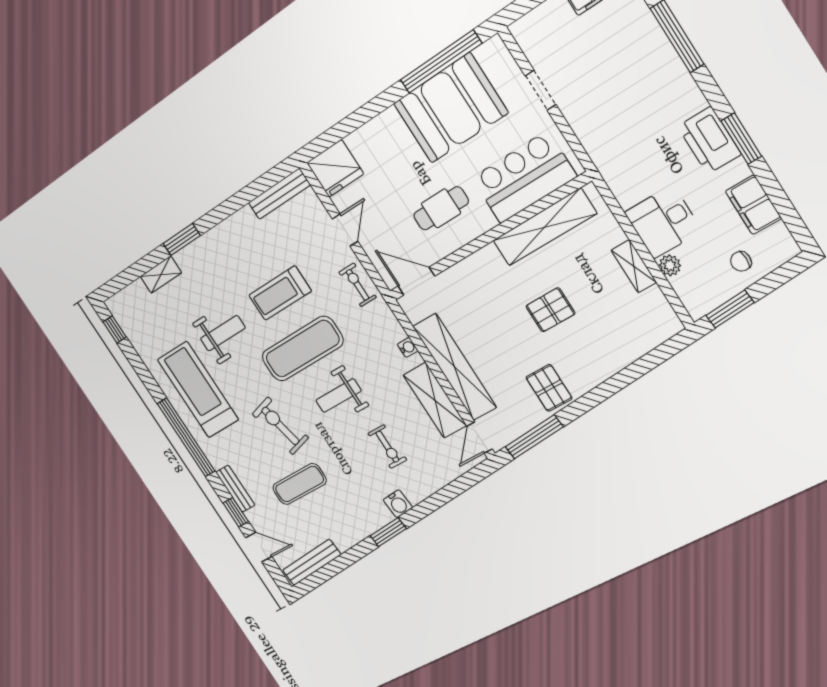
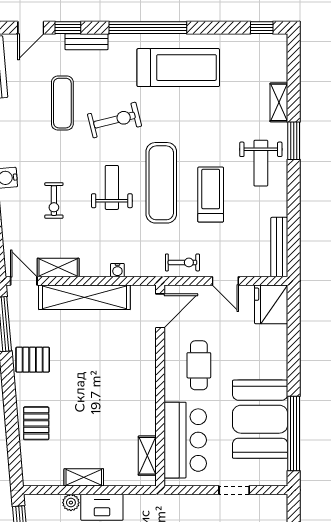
shelving: (545, 227) -> (147, 456), width x0.45, depth x0.75
pallet: (550, 310) -> (36, 423), moved
weight bench: (223, 333) -> (261, 163), moved
shelving: (435, 400) -> (58, 267), width x0.67, depth x0.75
exercise bike: (387, 447) -> (54, 201), turned -90

